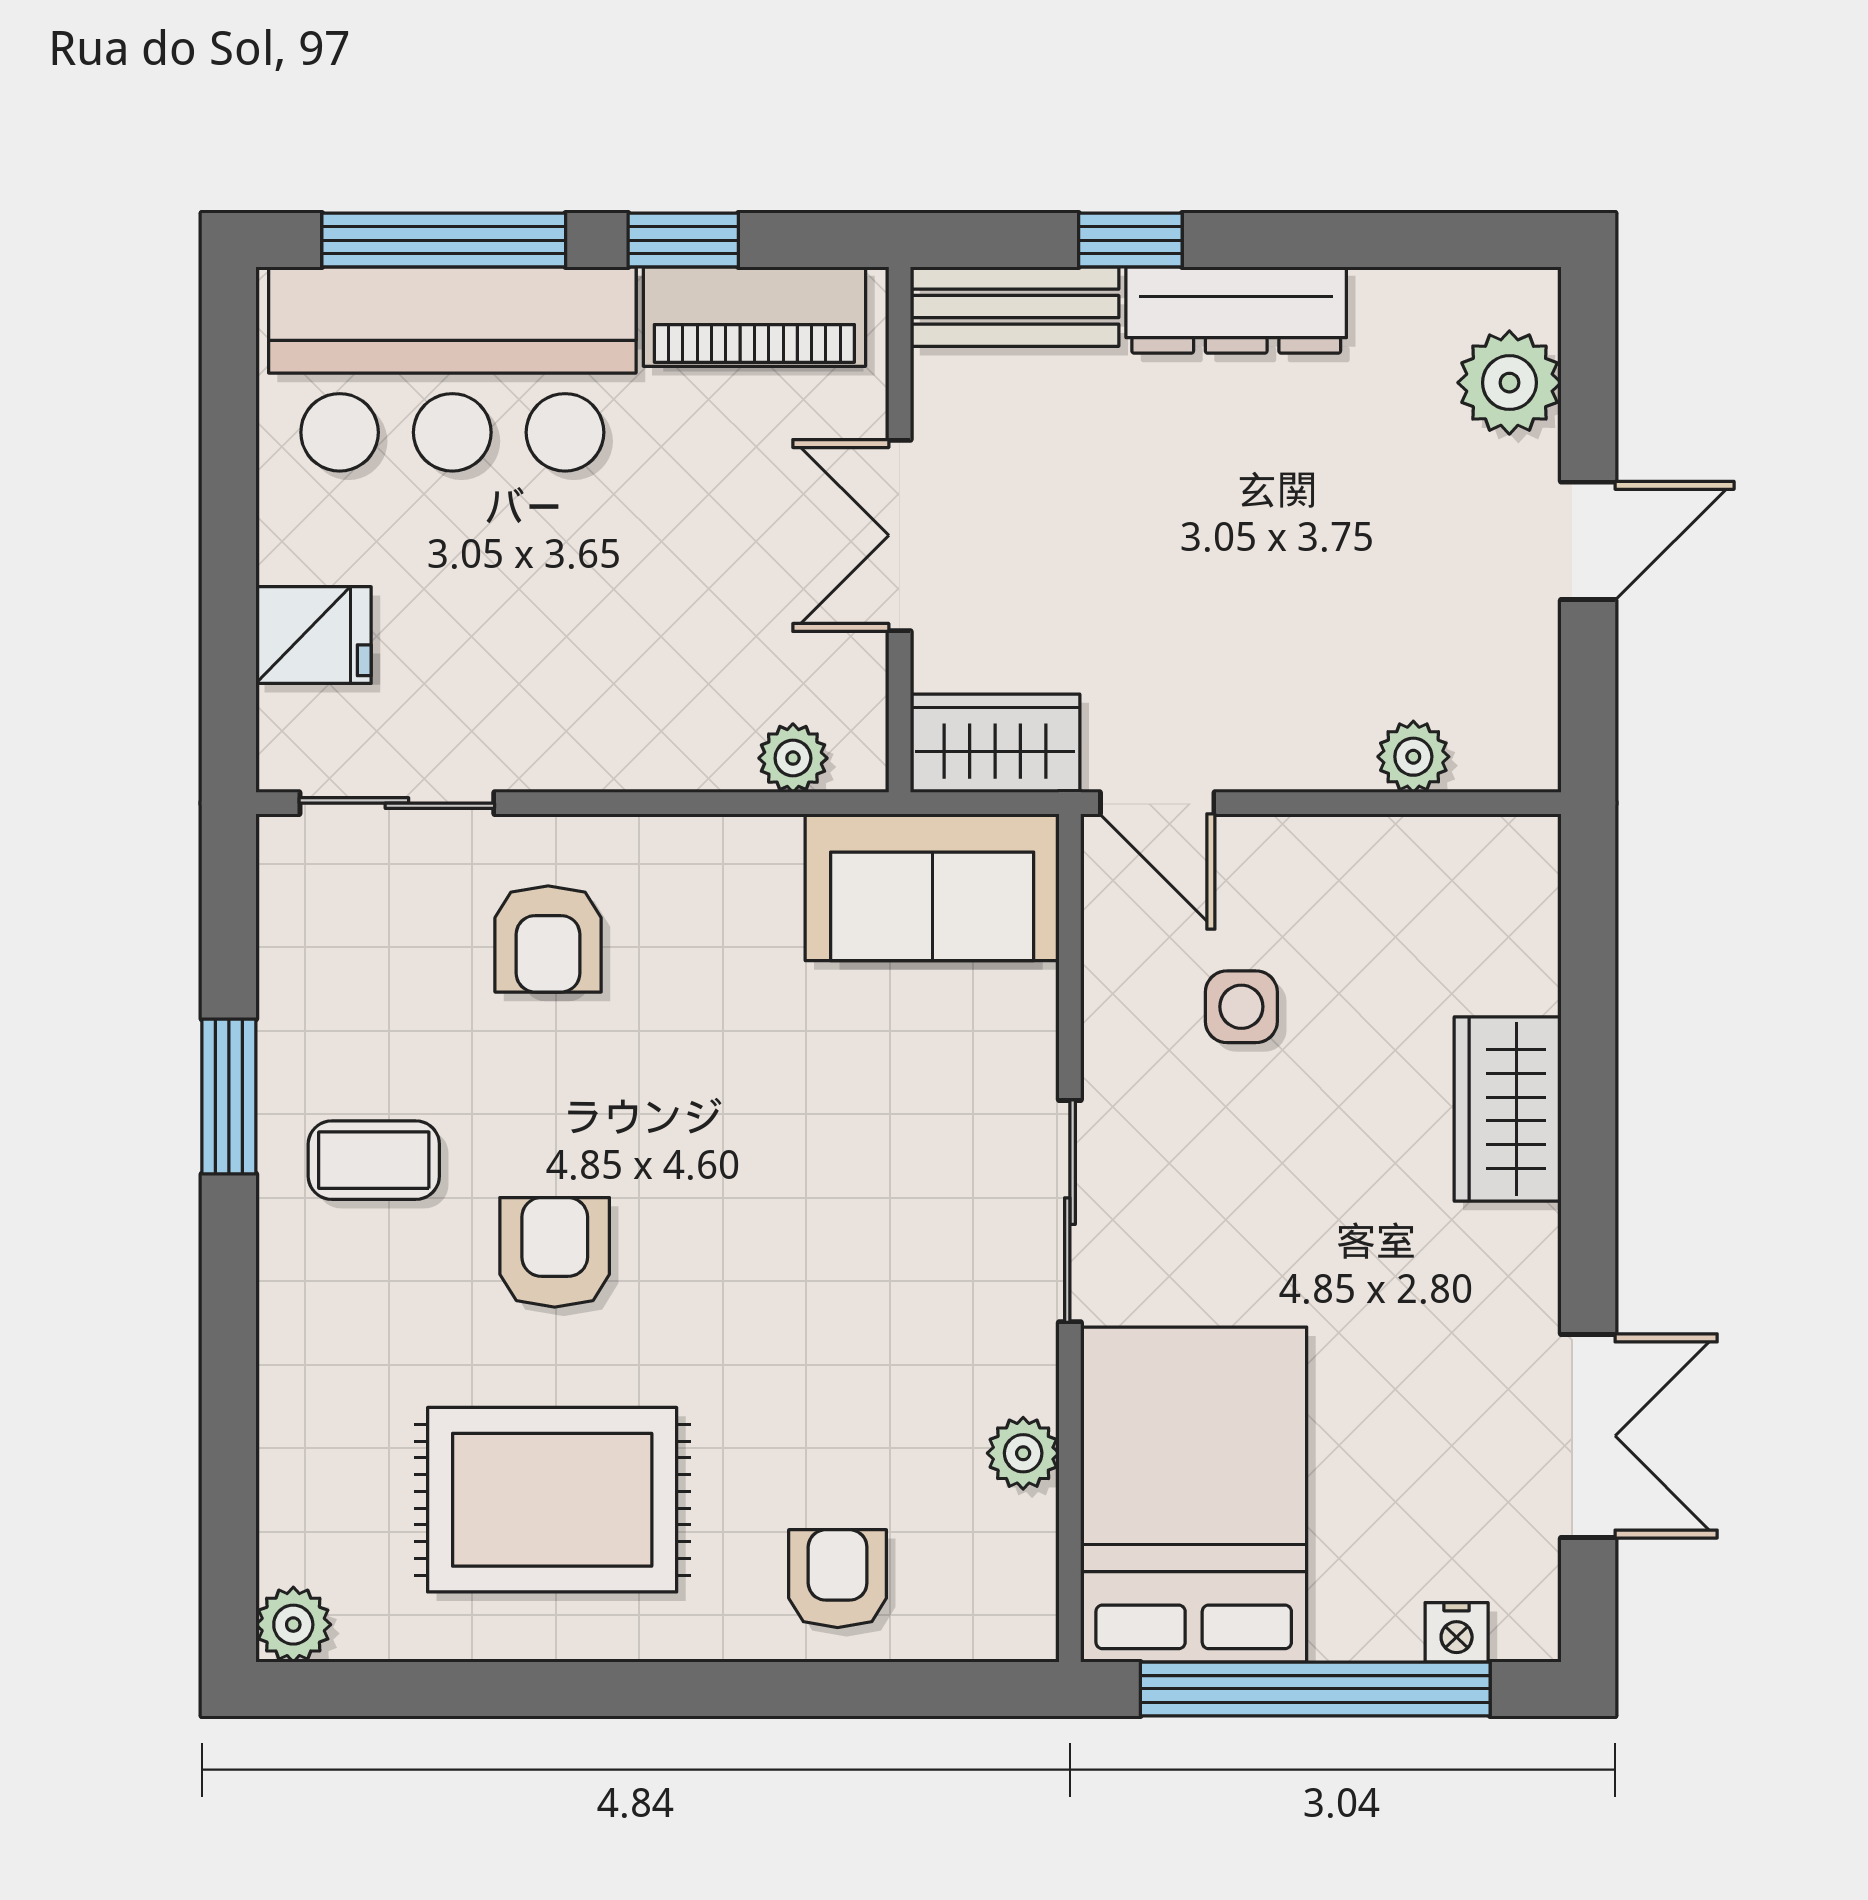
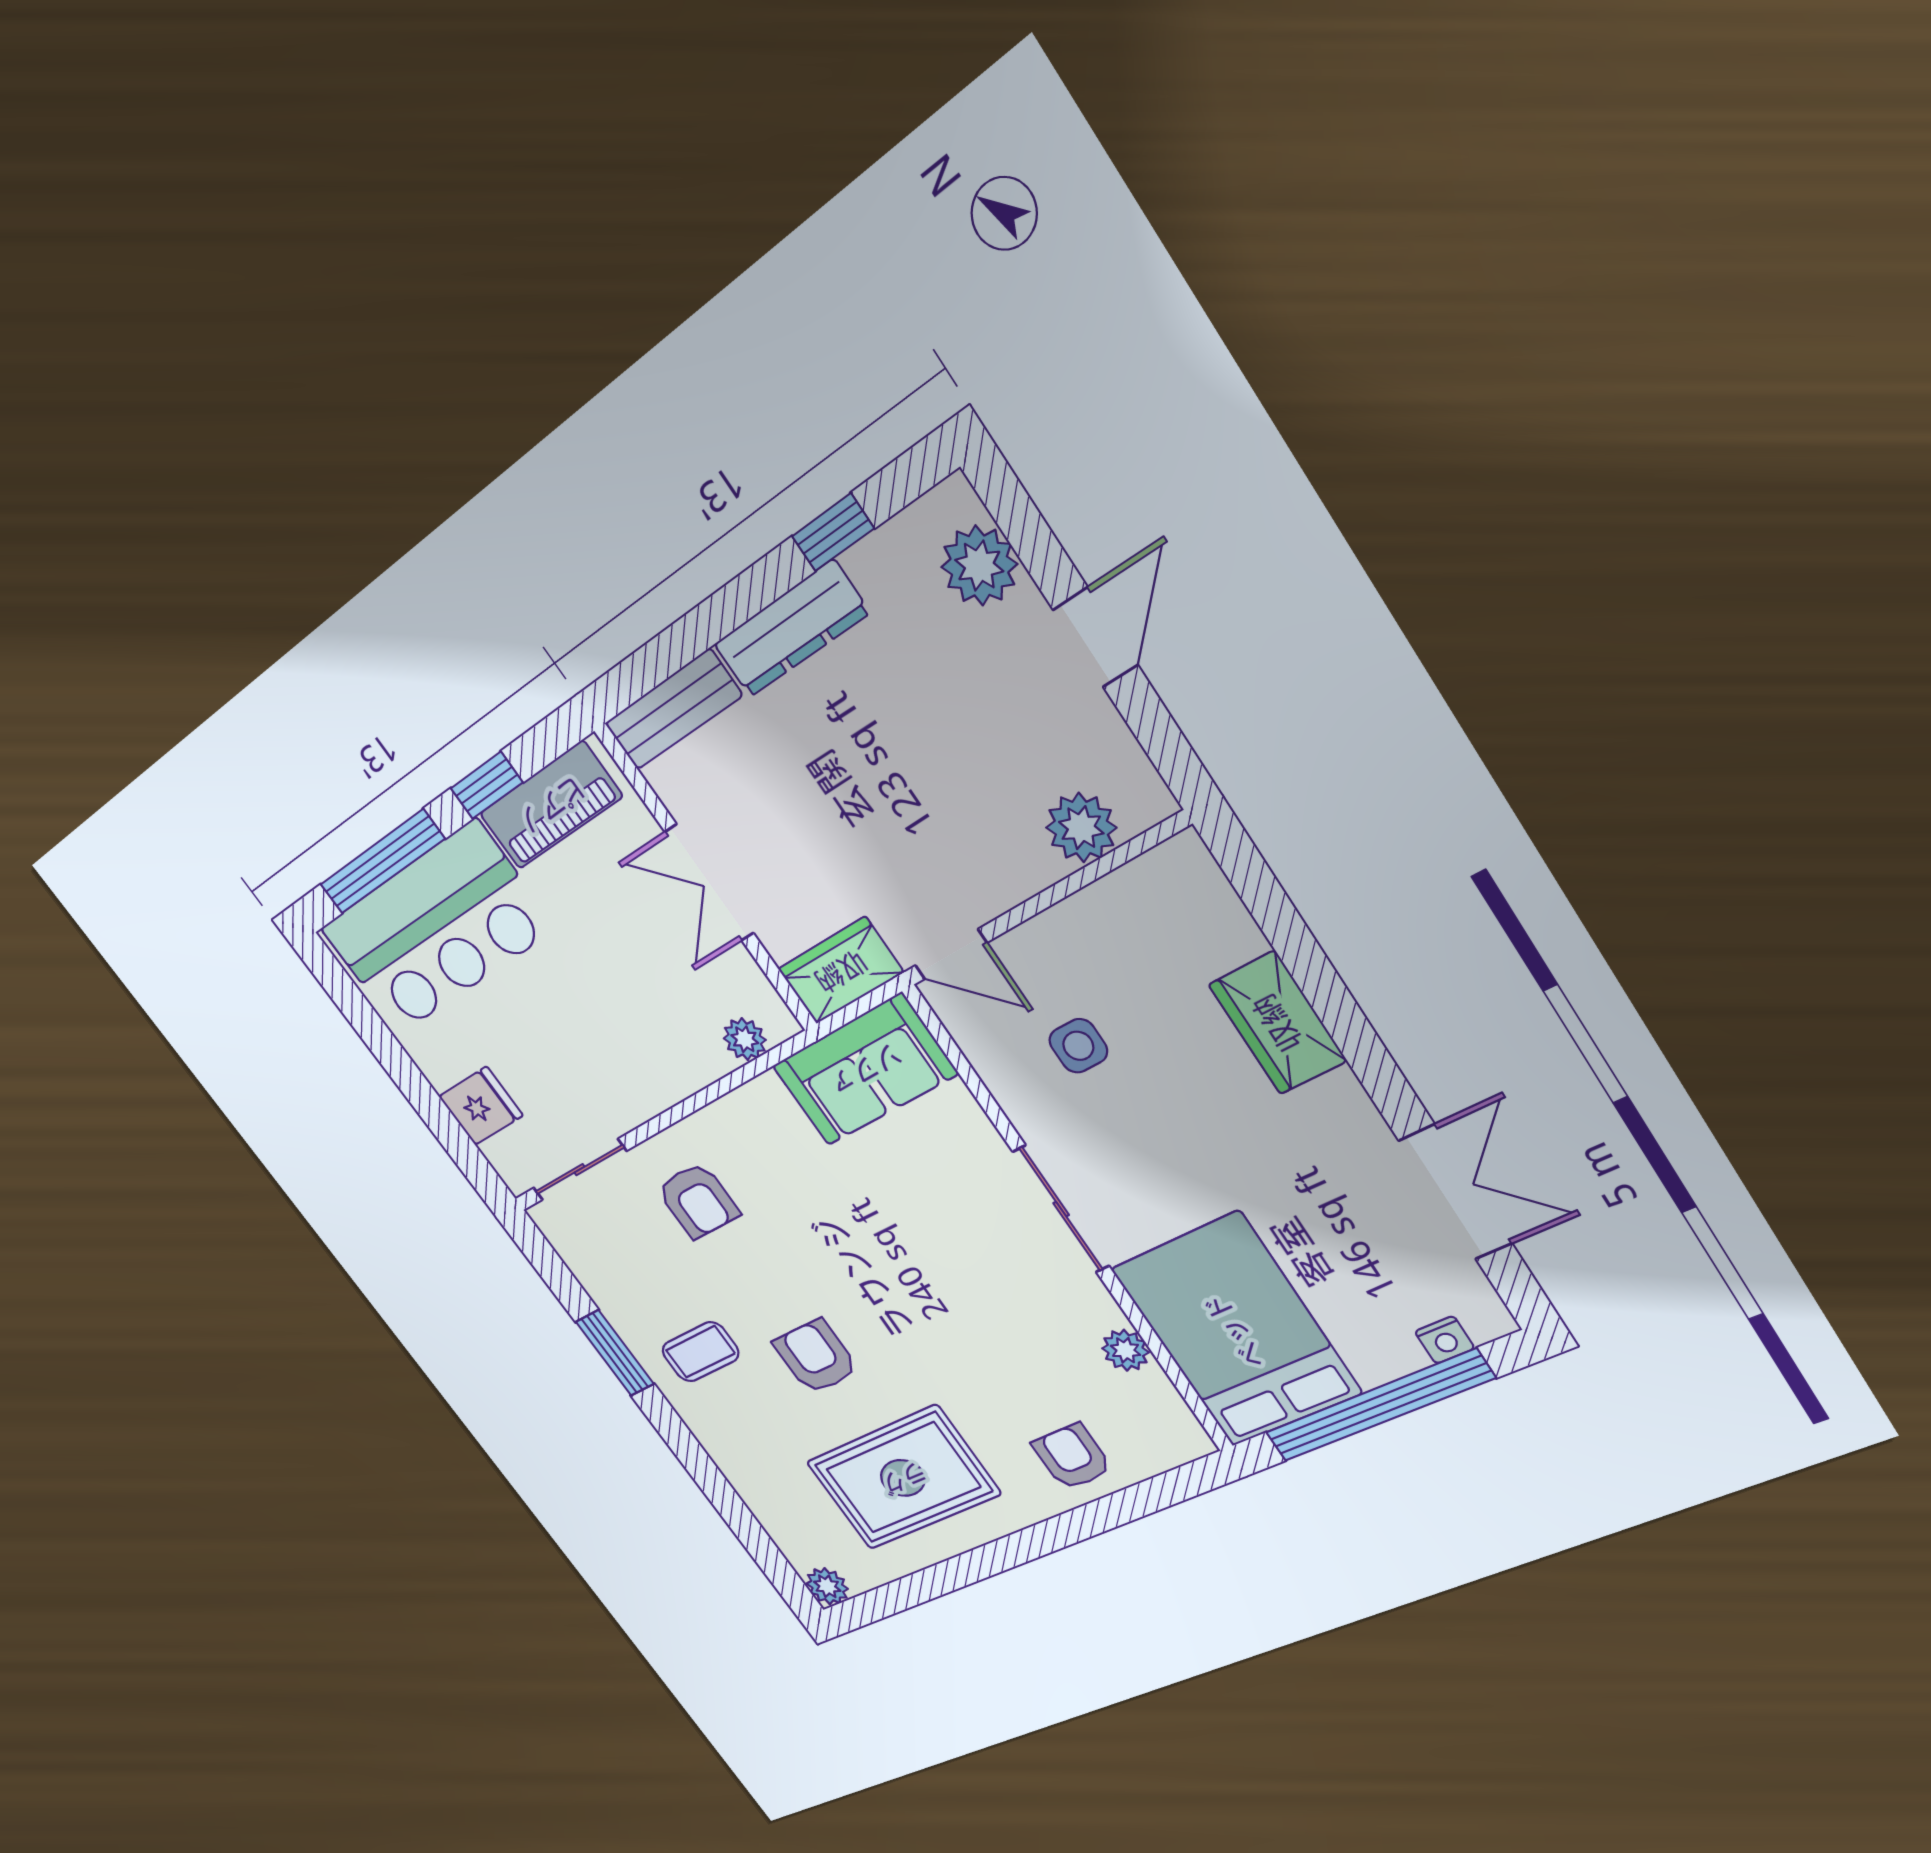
window: (1130, 240) -> (833, 532), moved
plant: (1413, 757) -> (1081, 828), width x1.38, depth x1.38

